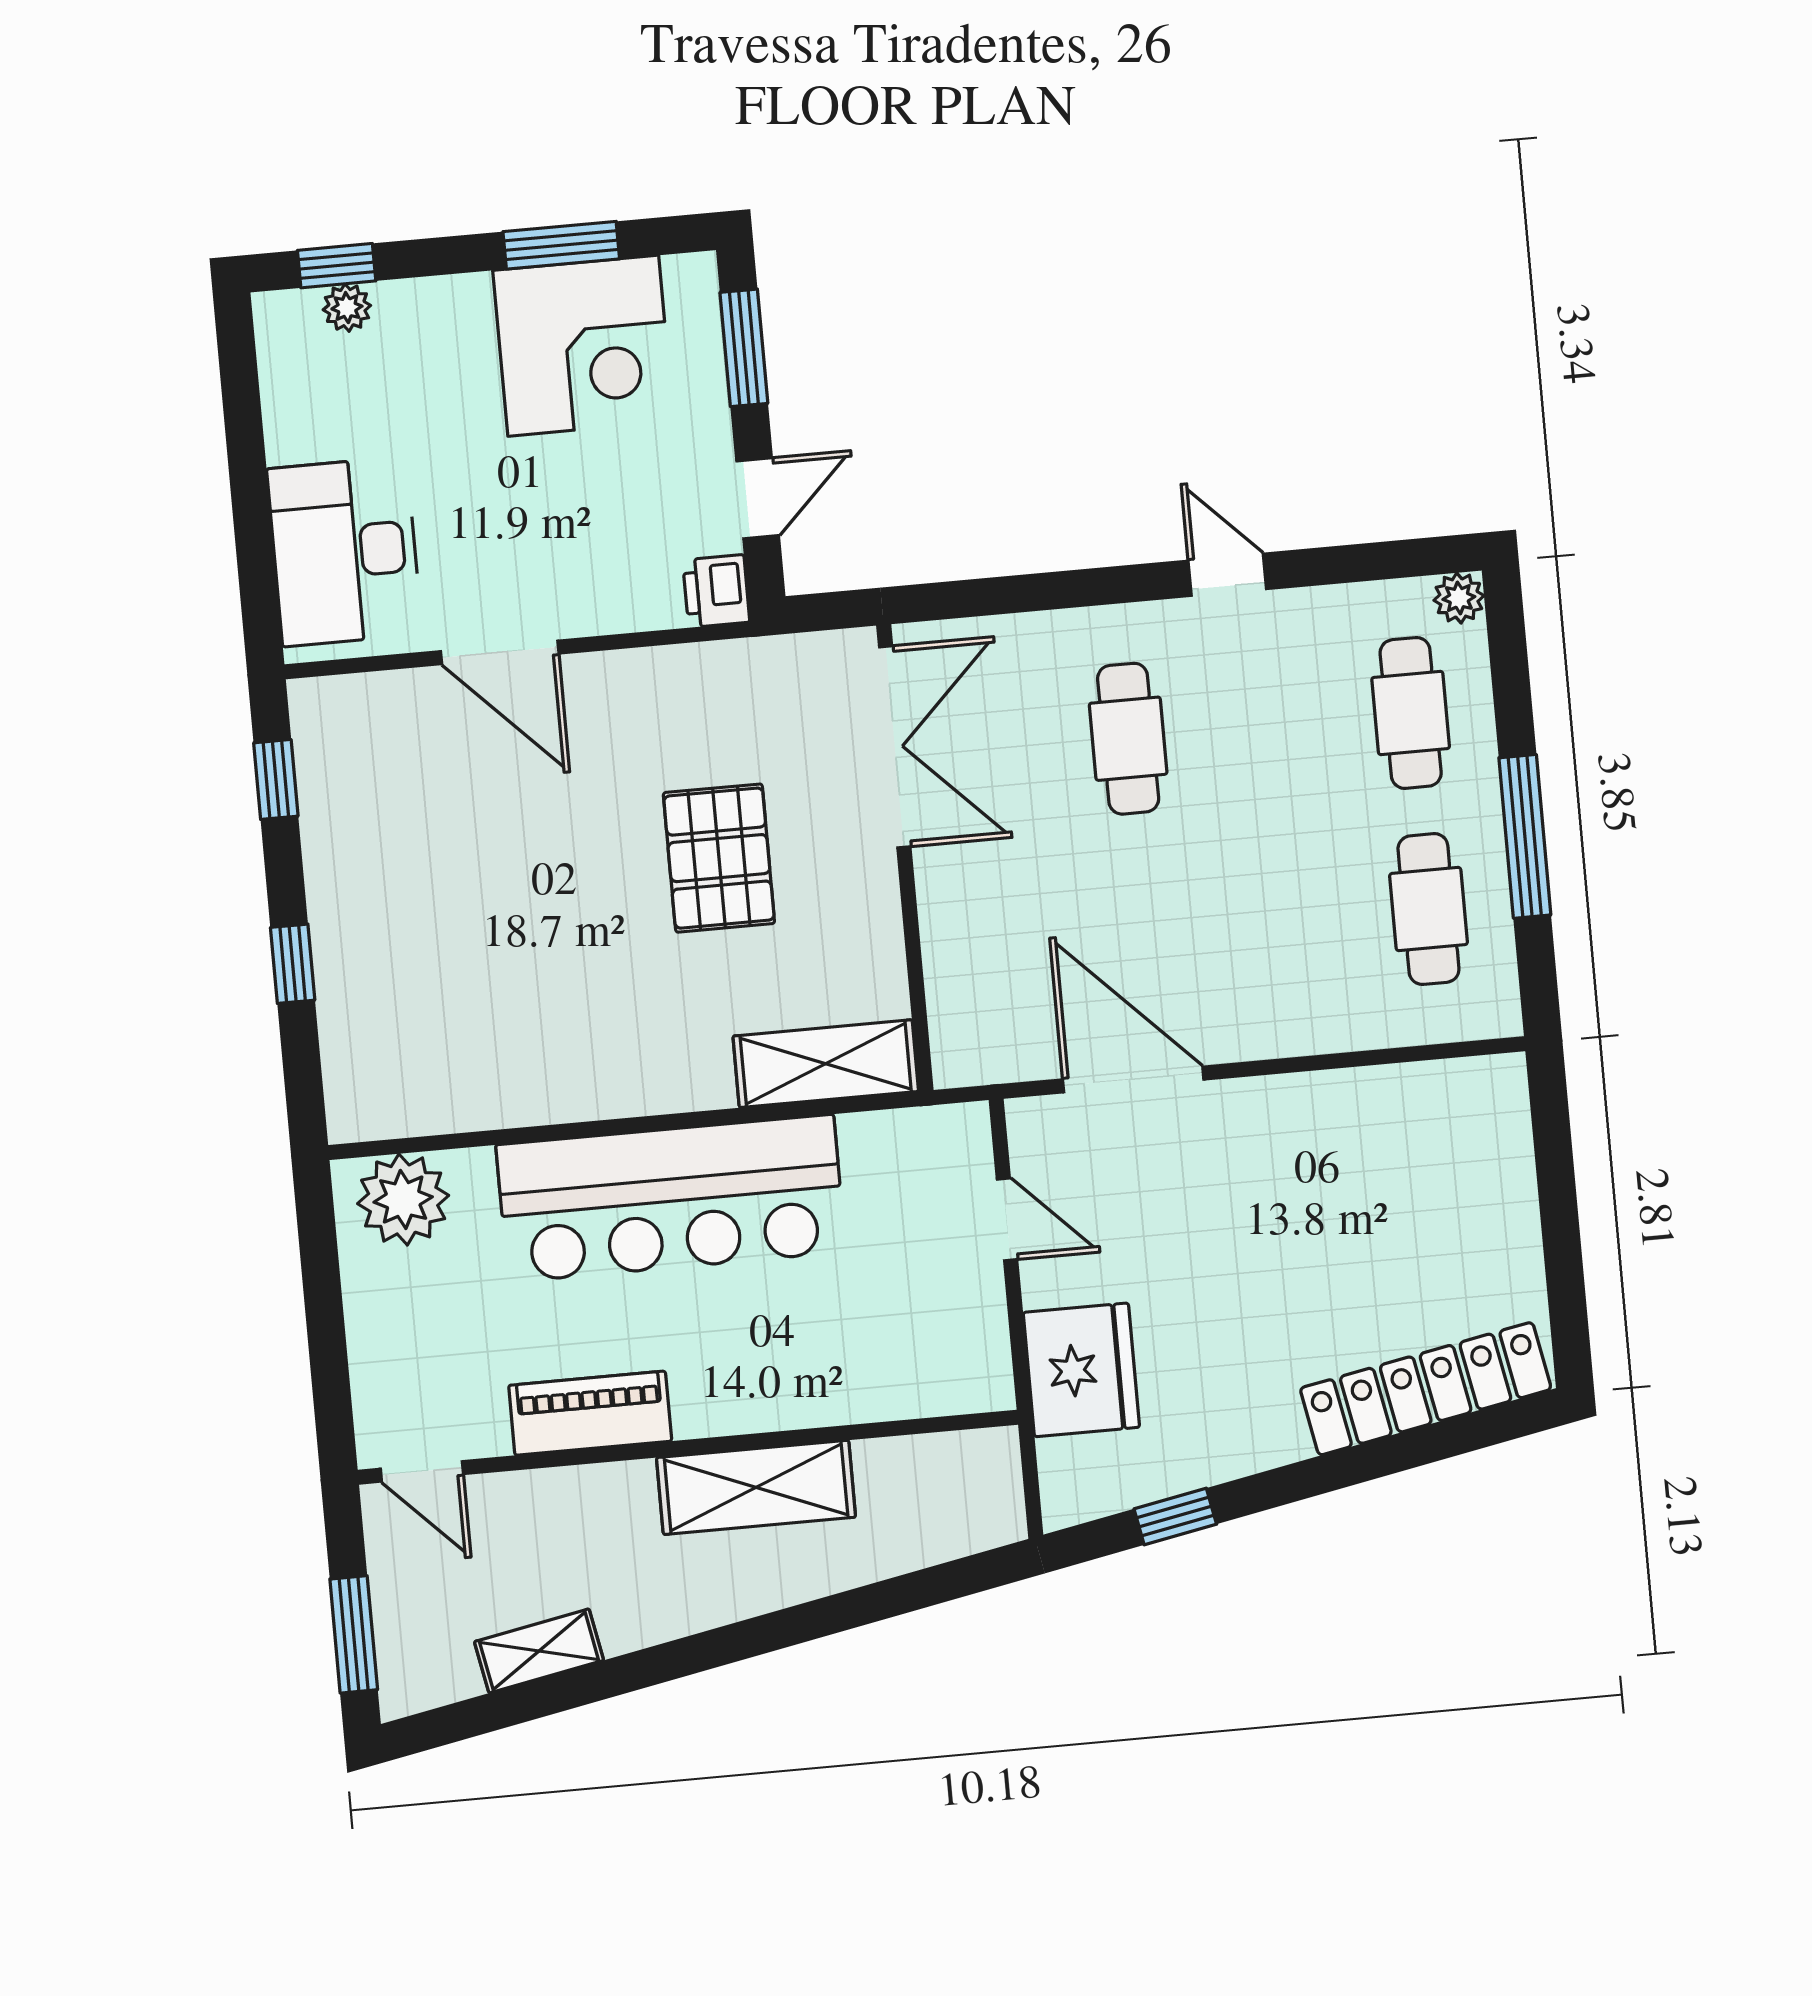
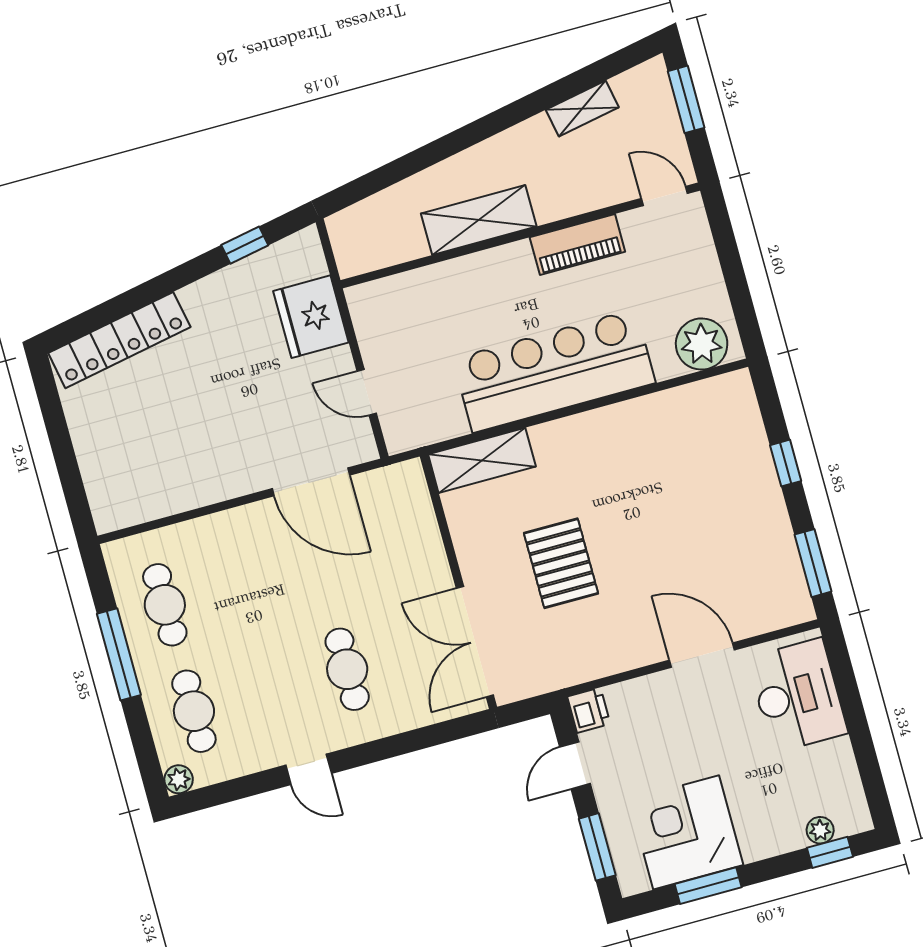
window: (276, 779) -> (813, 563), width x1.50

